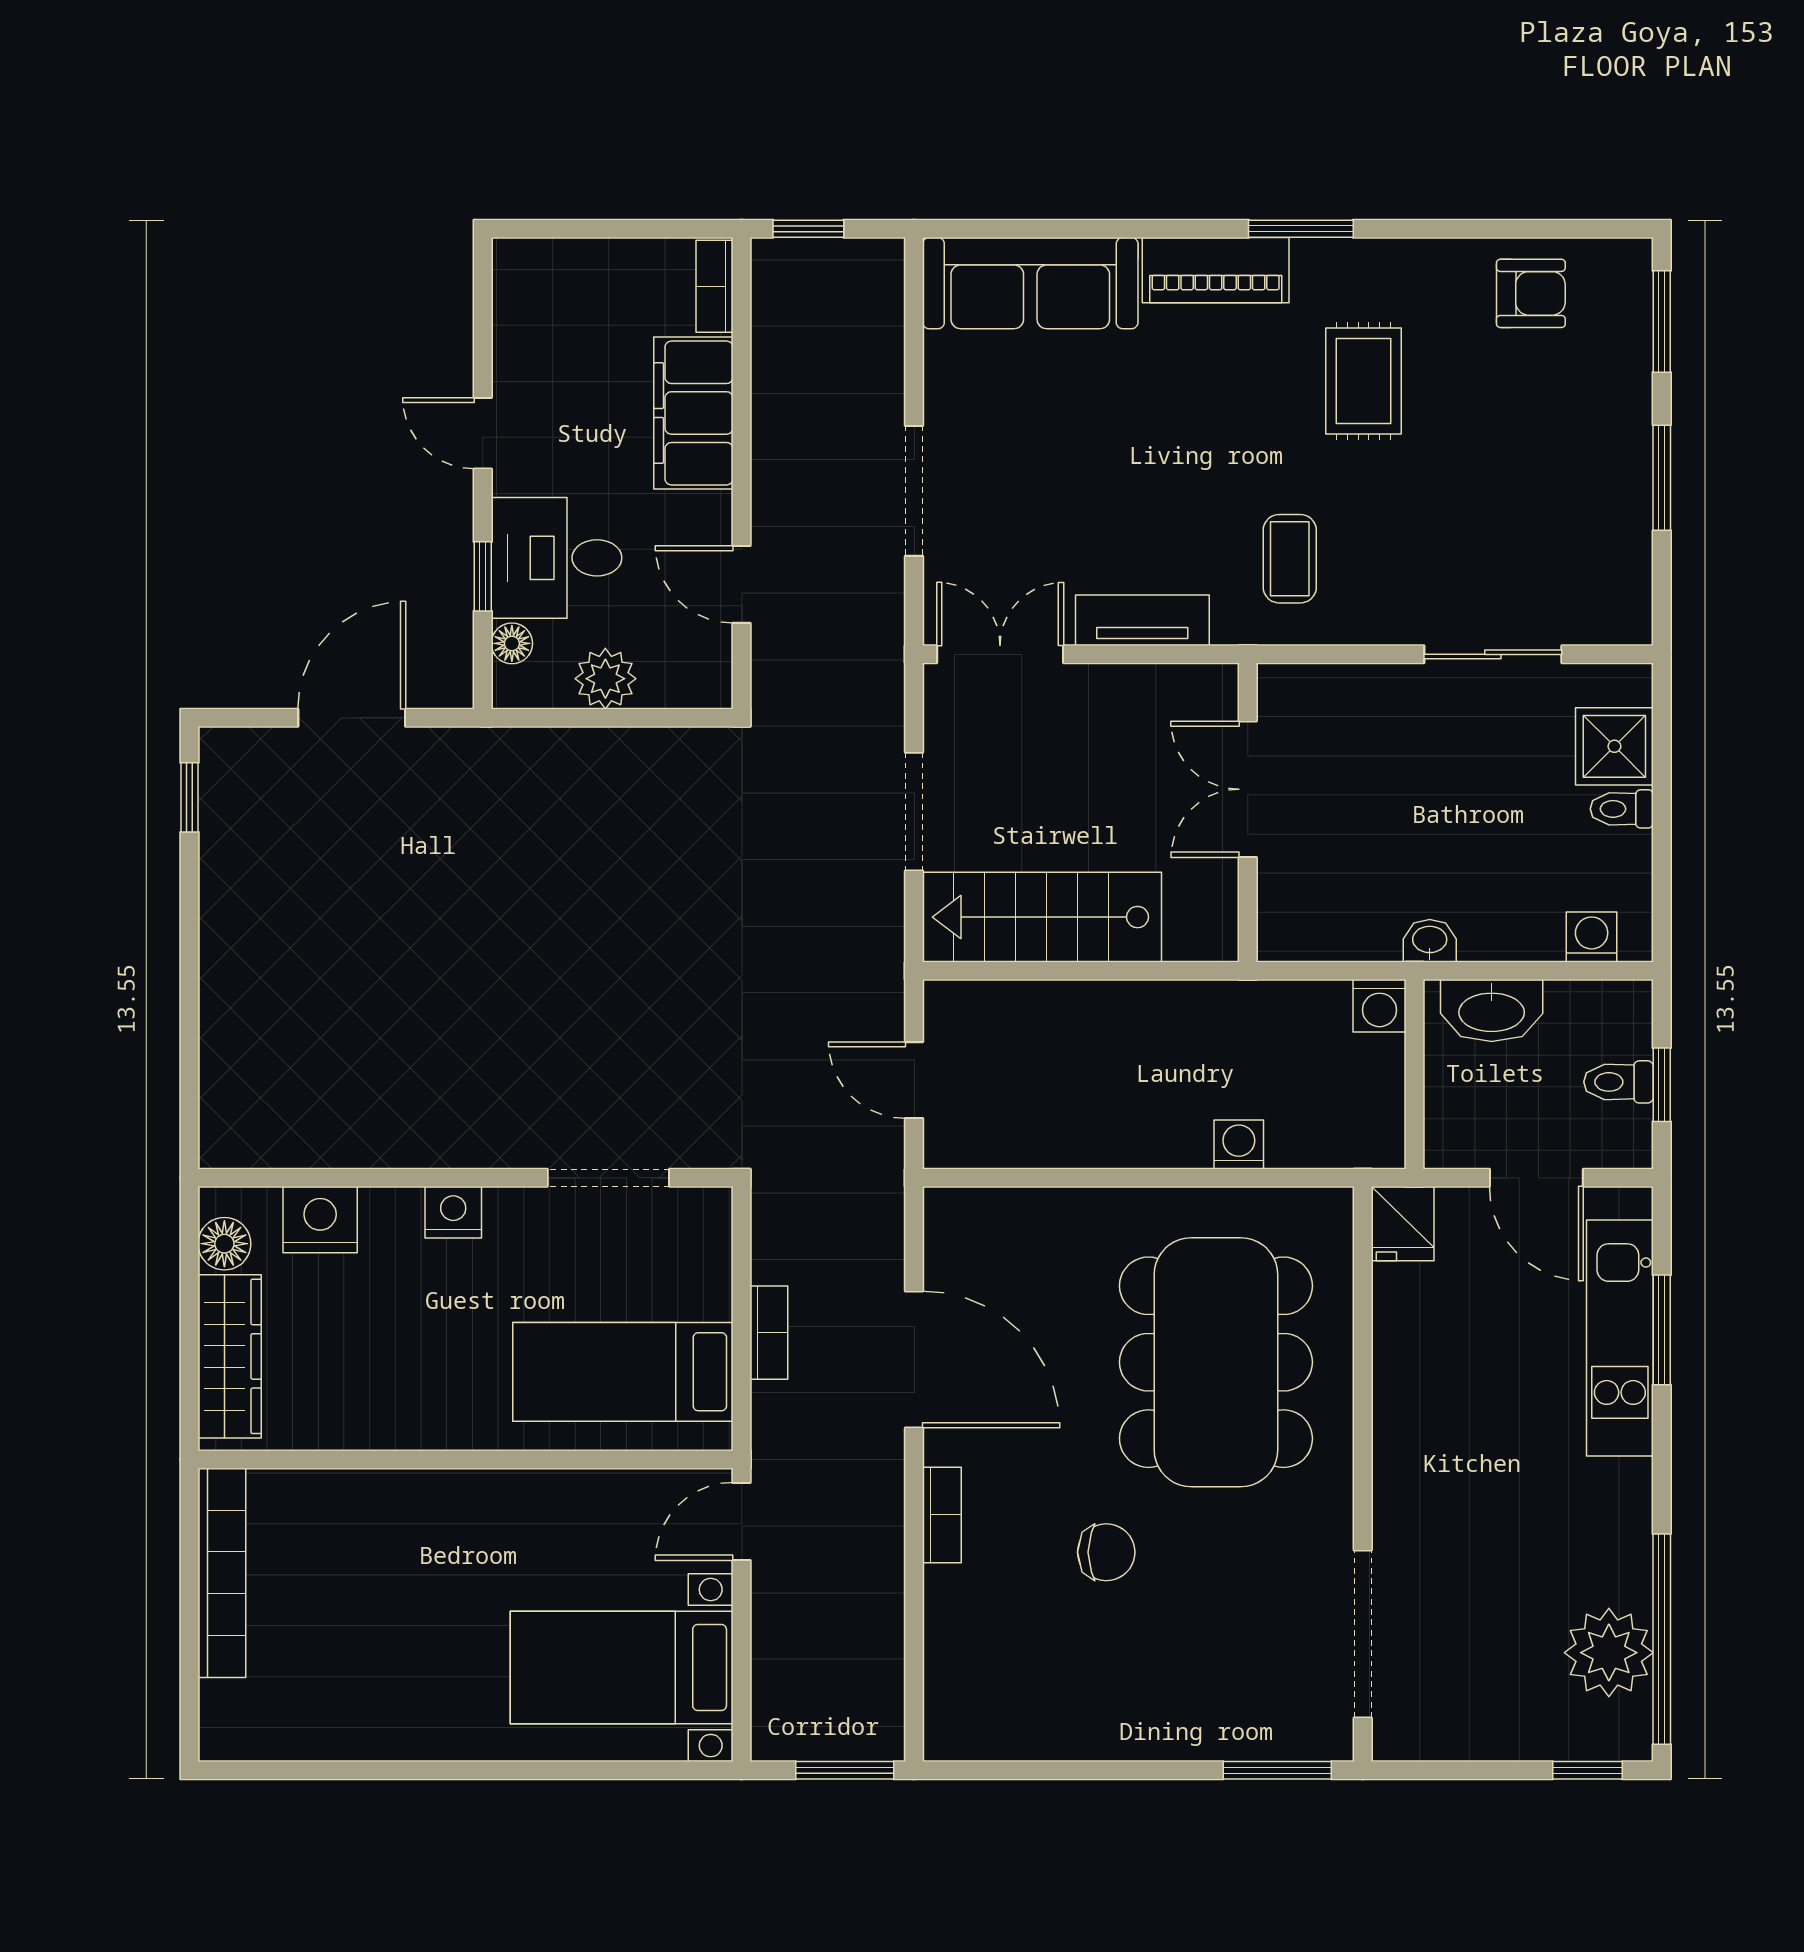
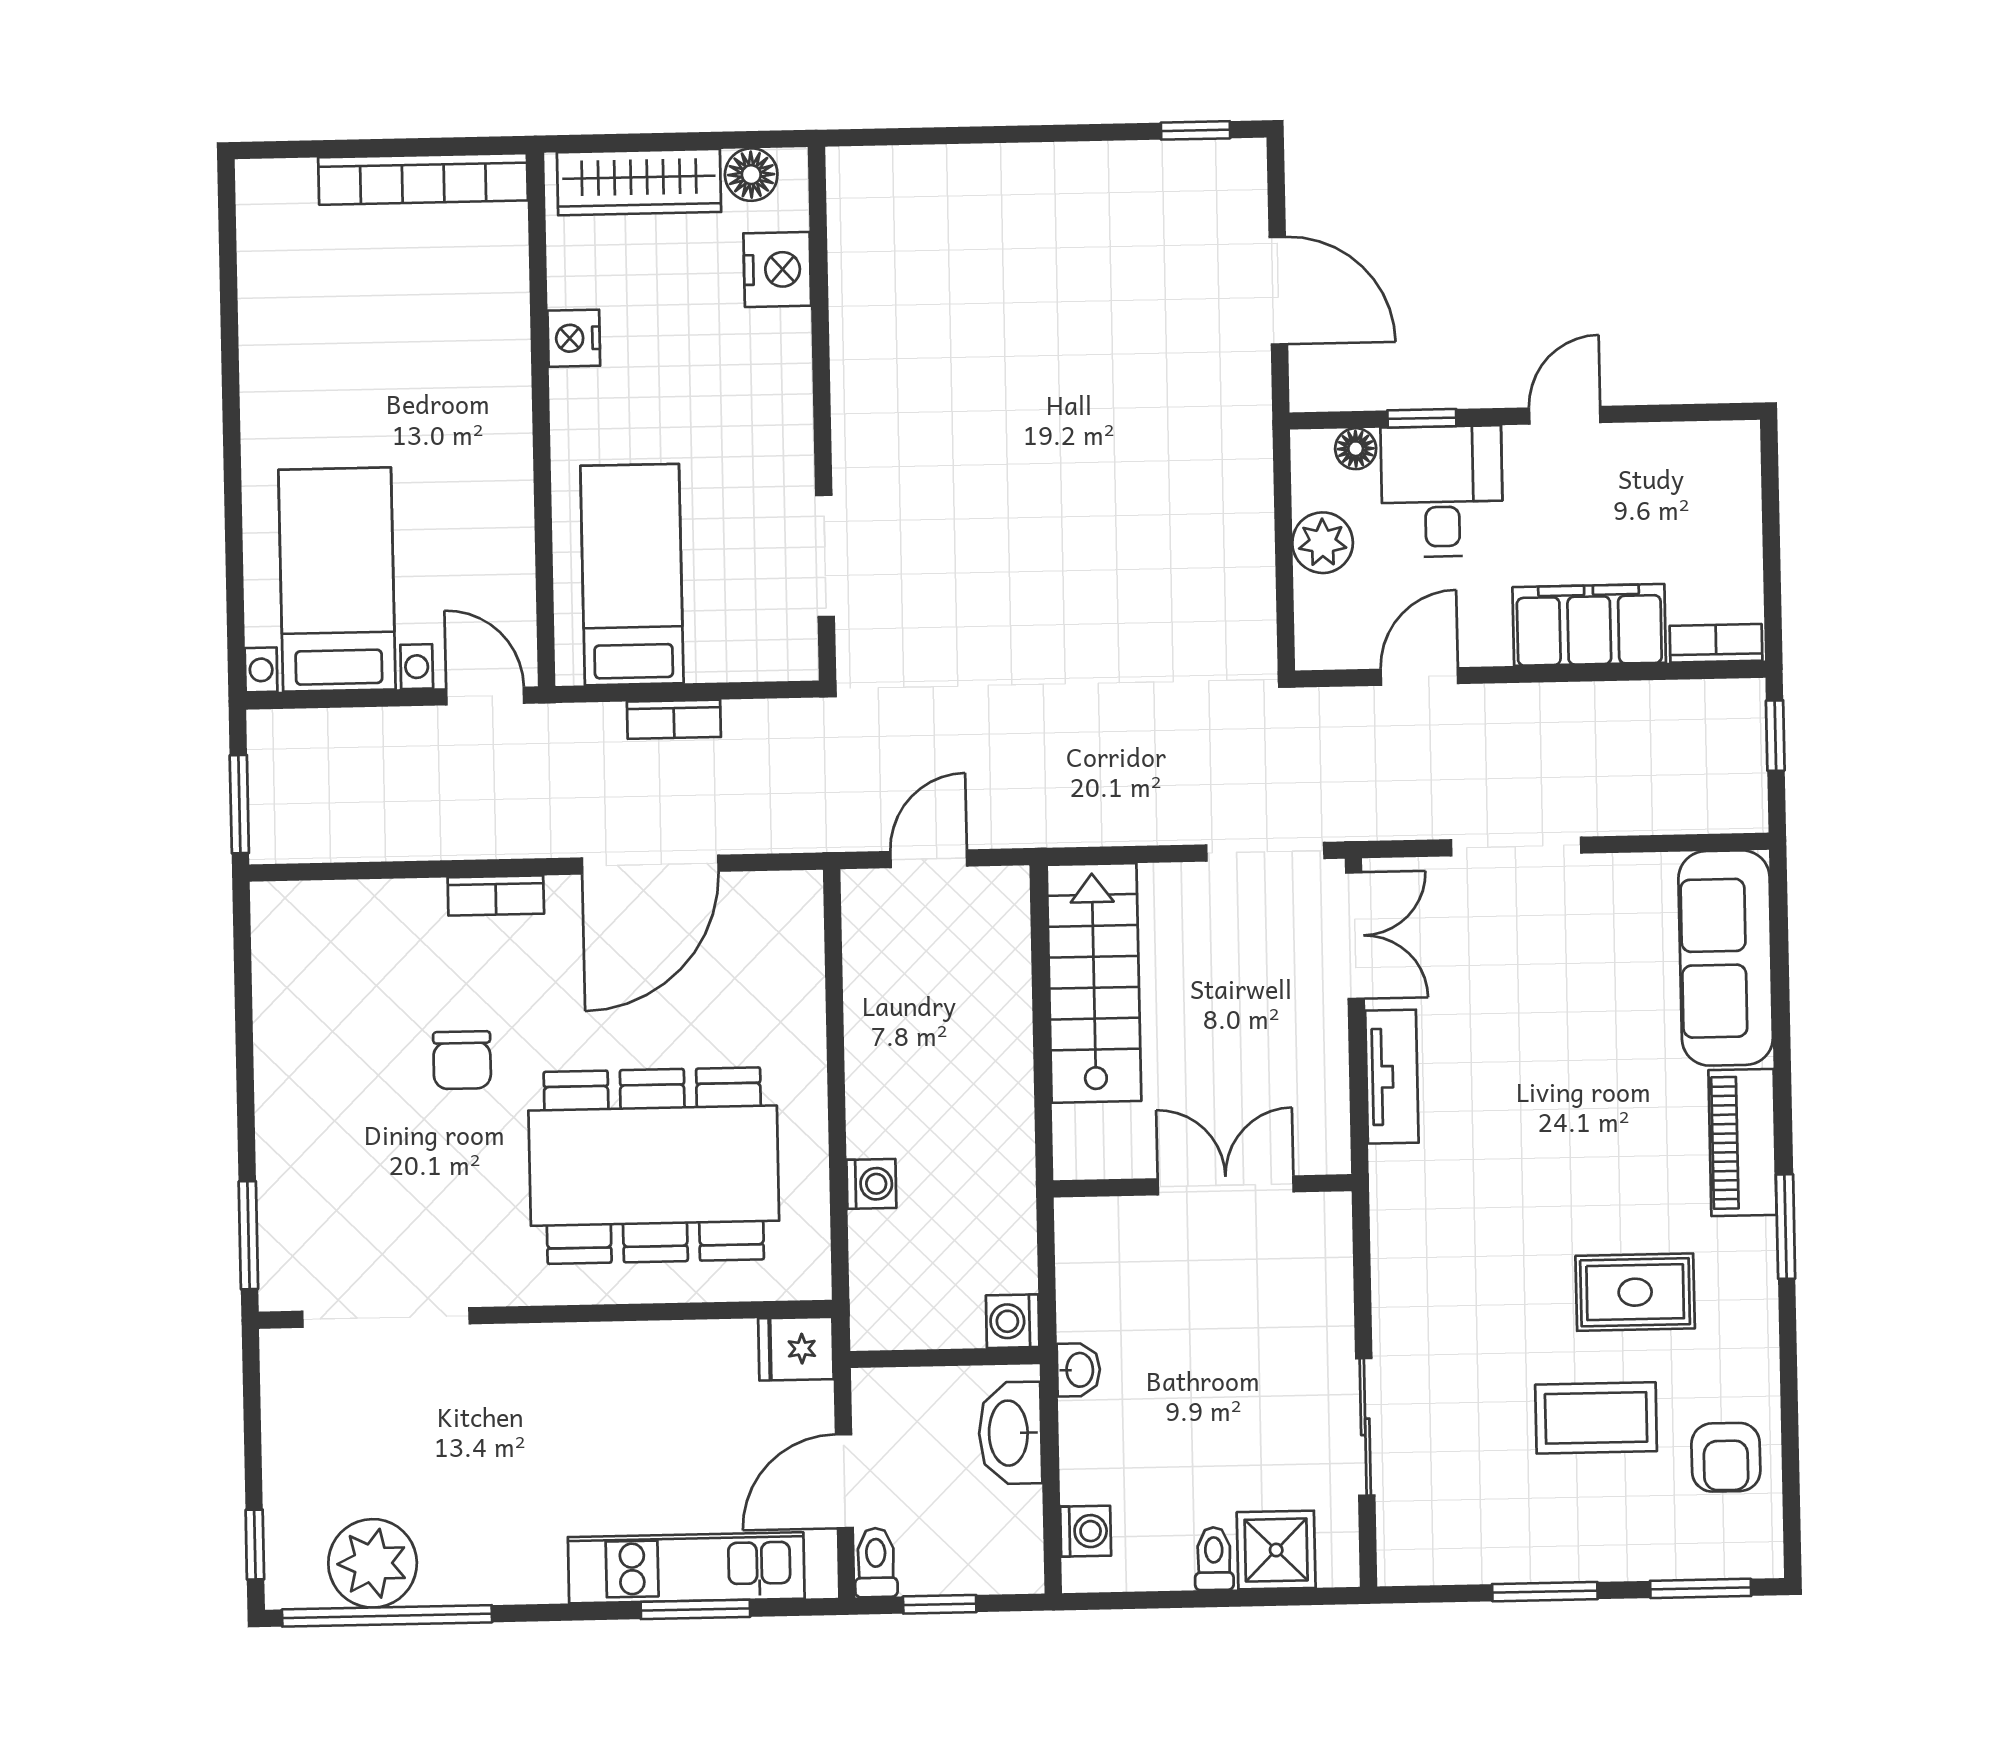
coffee table: (1290, 559) -> (1596, 1418), moved, width x1.36, depth x1.30
doorway: (914, 812) -> (1265, 852), moved
toilet: (1619, 1082) -> (876, 1563), moved
nightstand: (453, 1212) -> (574, 338), moved, turned 180

